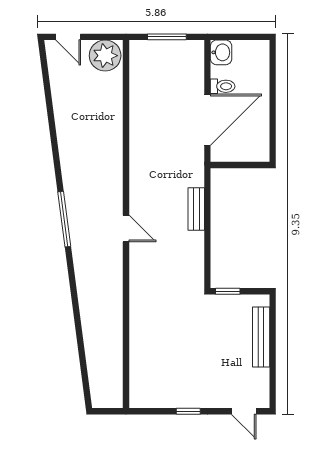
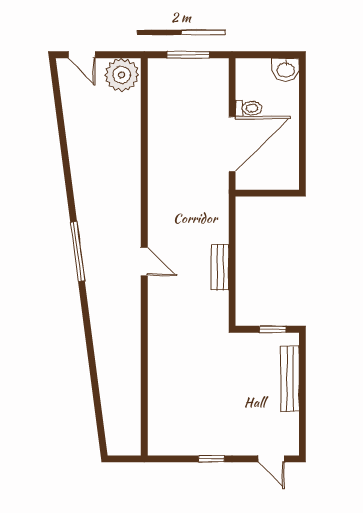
washbasin: (221, 52) -> (286, 69), moved, turned 90
bench: (196, 209) -> (220, 267), moved
window: (228, 291) -> (273, 329), moved

